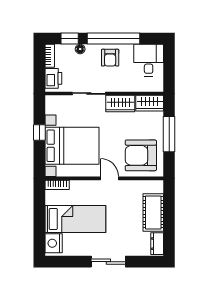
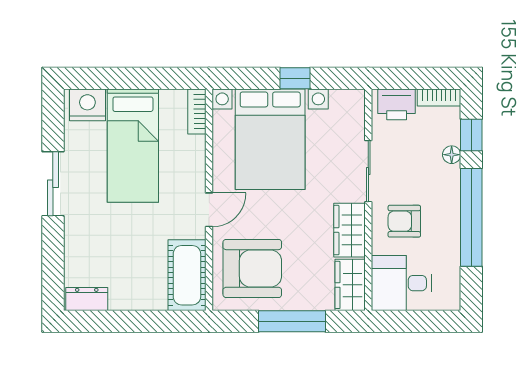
armchair: (110, 58) -> (404, 221), moved
desk: (149, 60) -> (401, 283), moved, turned 180
armchair: (141, 155) -> (252, 268), turned 90
cot: (153, 212) -> (187, 275), moved, turned 90
sliding door: (108, 262) -> (53, 184), moved

